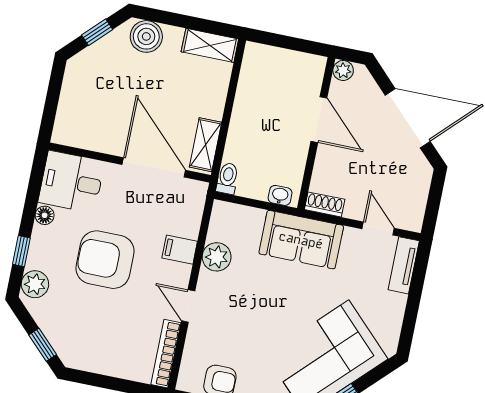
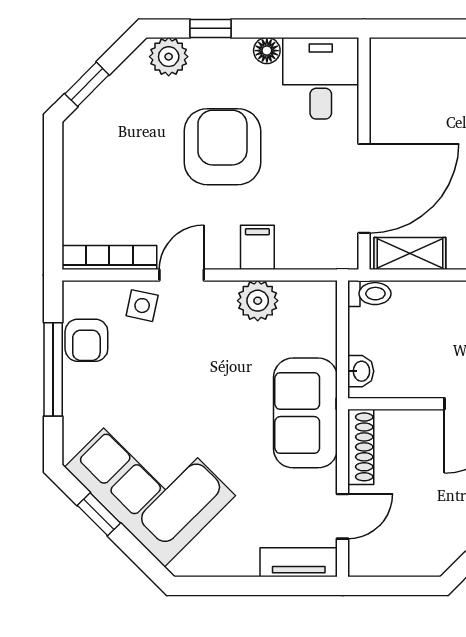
shoe rack: (325, 204) -> (361, 447), width x1.43
side table: (204, 338) -> (142, 306), added

